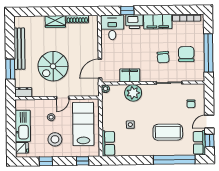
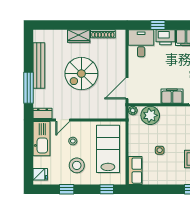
spiral stairs: (53, 66) -> (81, 74), moved
window: (10, 69) -> (29, 88), width x1.44
filing cabinet: (130, 75) -> (172, 96), moved
plant: (133, 93) -> (150, 115), moved
door: (63, 98) -> (63, 120), moved
kitchen sink: (23, 126) -> (42, 139), moved

